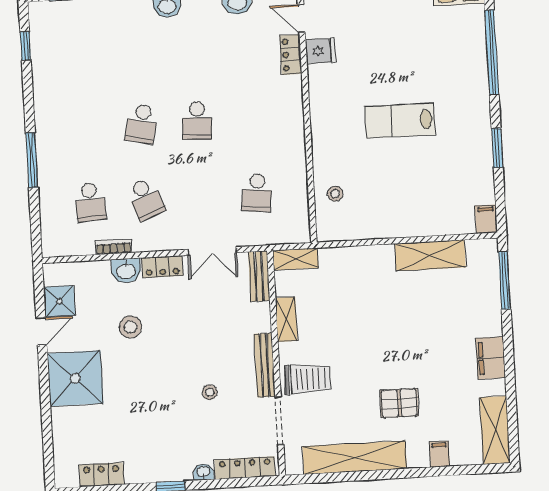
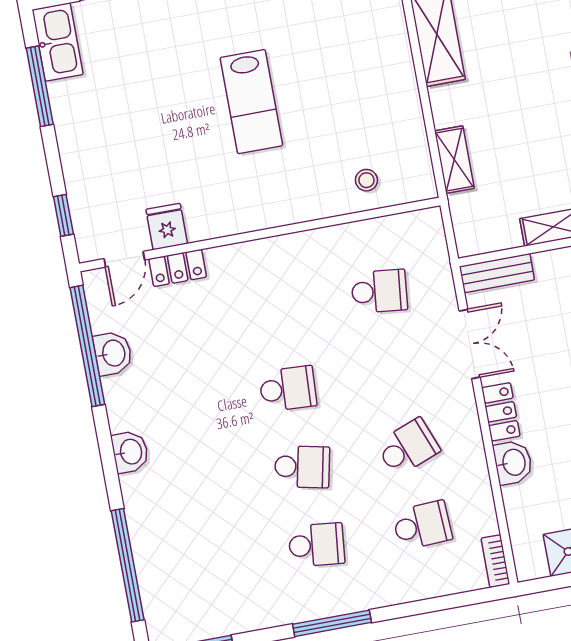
school desk: (86, 127) -> (317, 545), added
window: (32, 160) -> (332, 623), moved
bookcase: (114, 247) -> (495, 561), moved
shelving: (295, 259) -> (454, 160), moved

